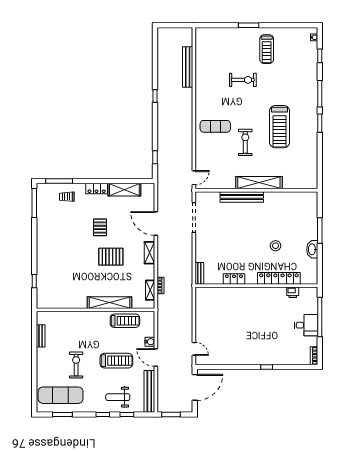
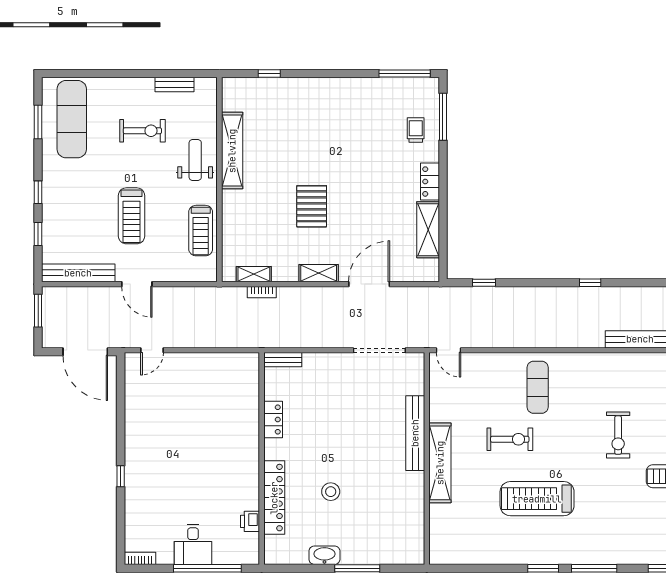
pallet: (100, 227) -> (362, 187), removed
shelving: (109, 303) -> (232, 151), moved
water cooler: (150, 342) -> (164, 274), removed
door: (156, 358) -> (137, 284), swing flipped
exercise bike: (76, 365) -> (142, 131), moved
weight bench: (118, 397) -> (195, 160), moved

